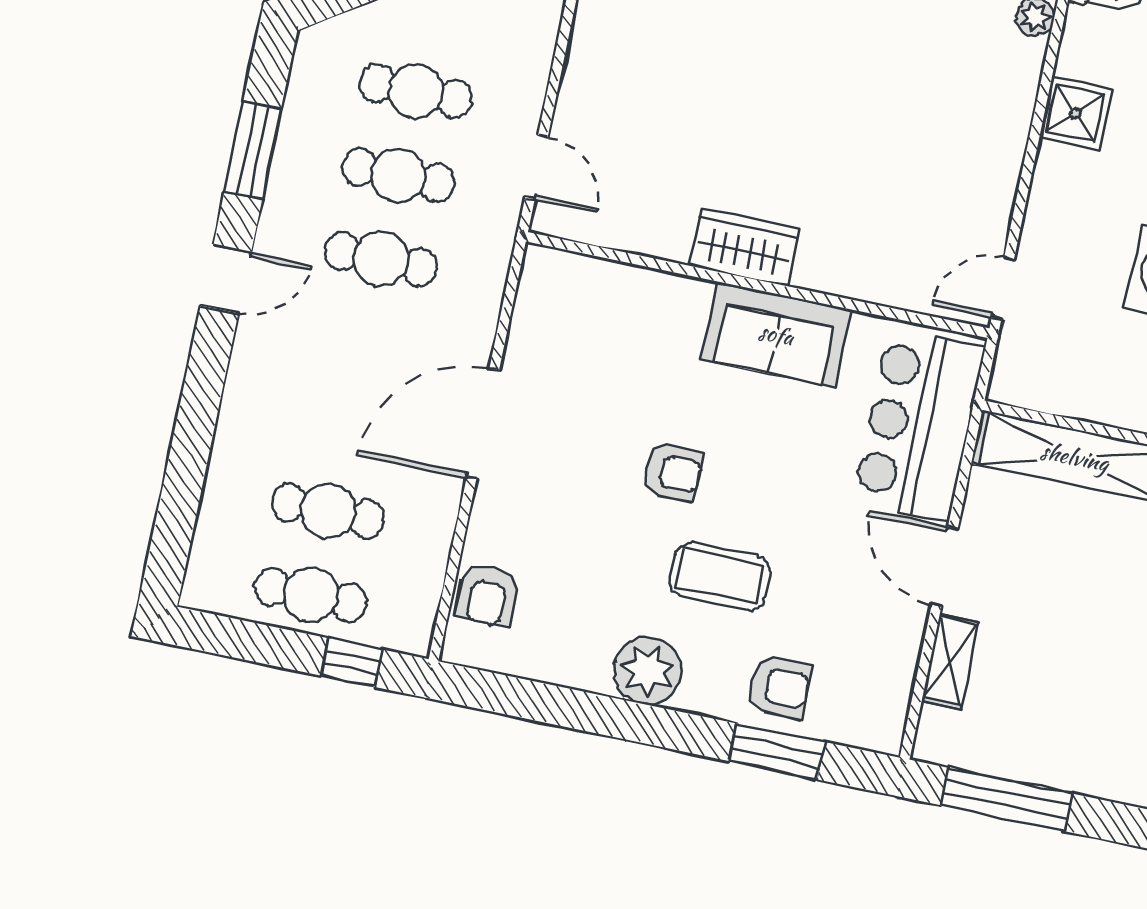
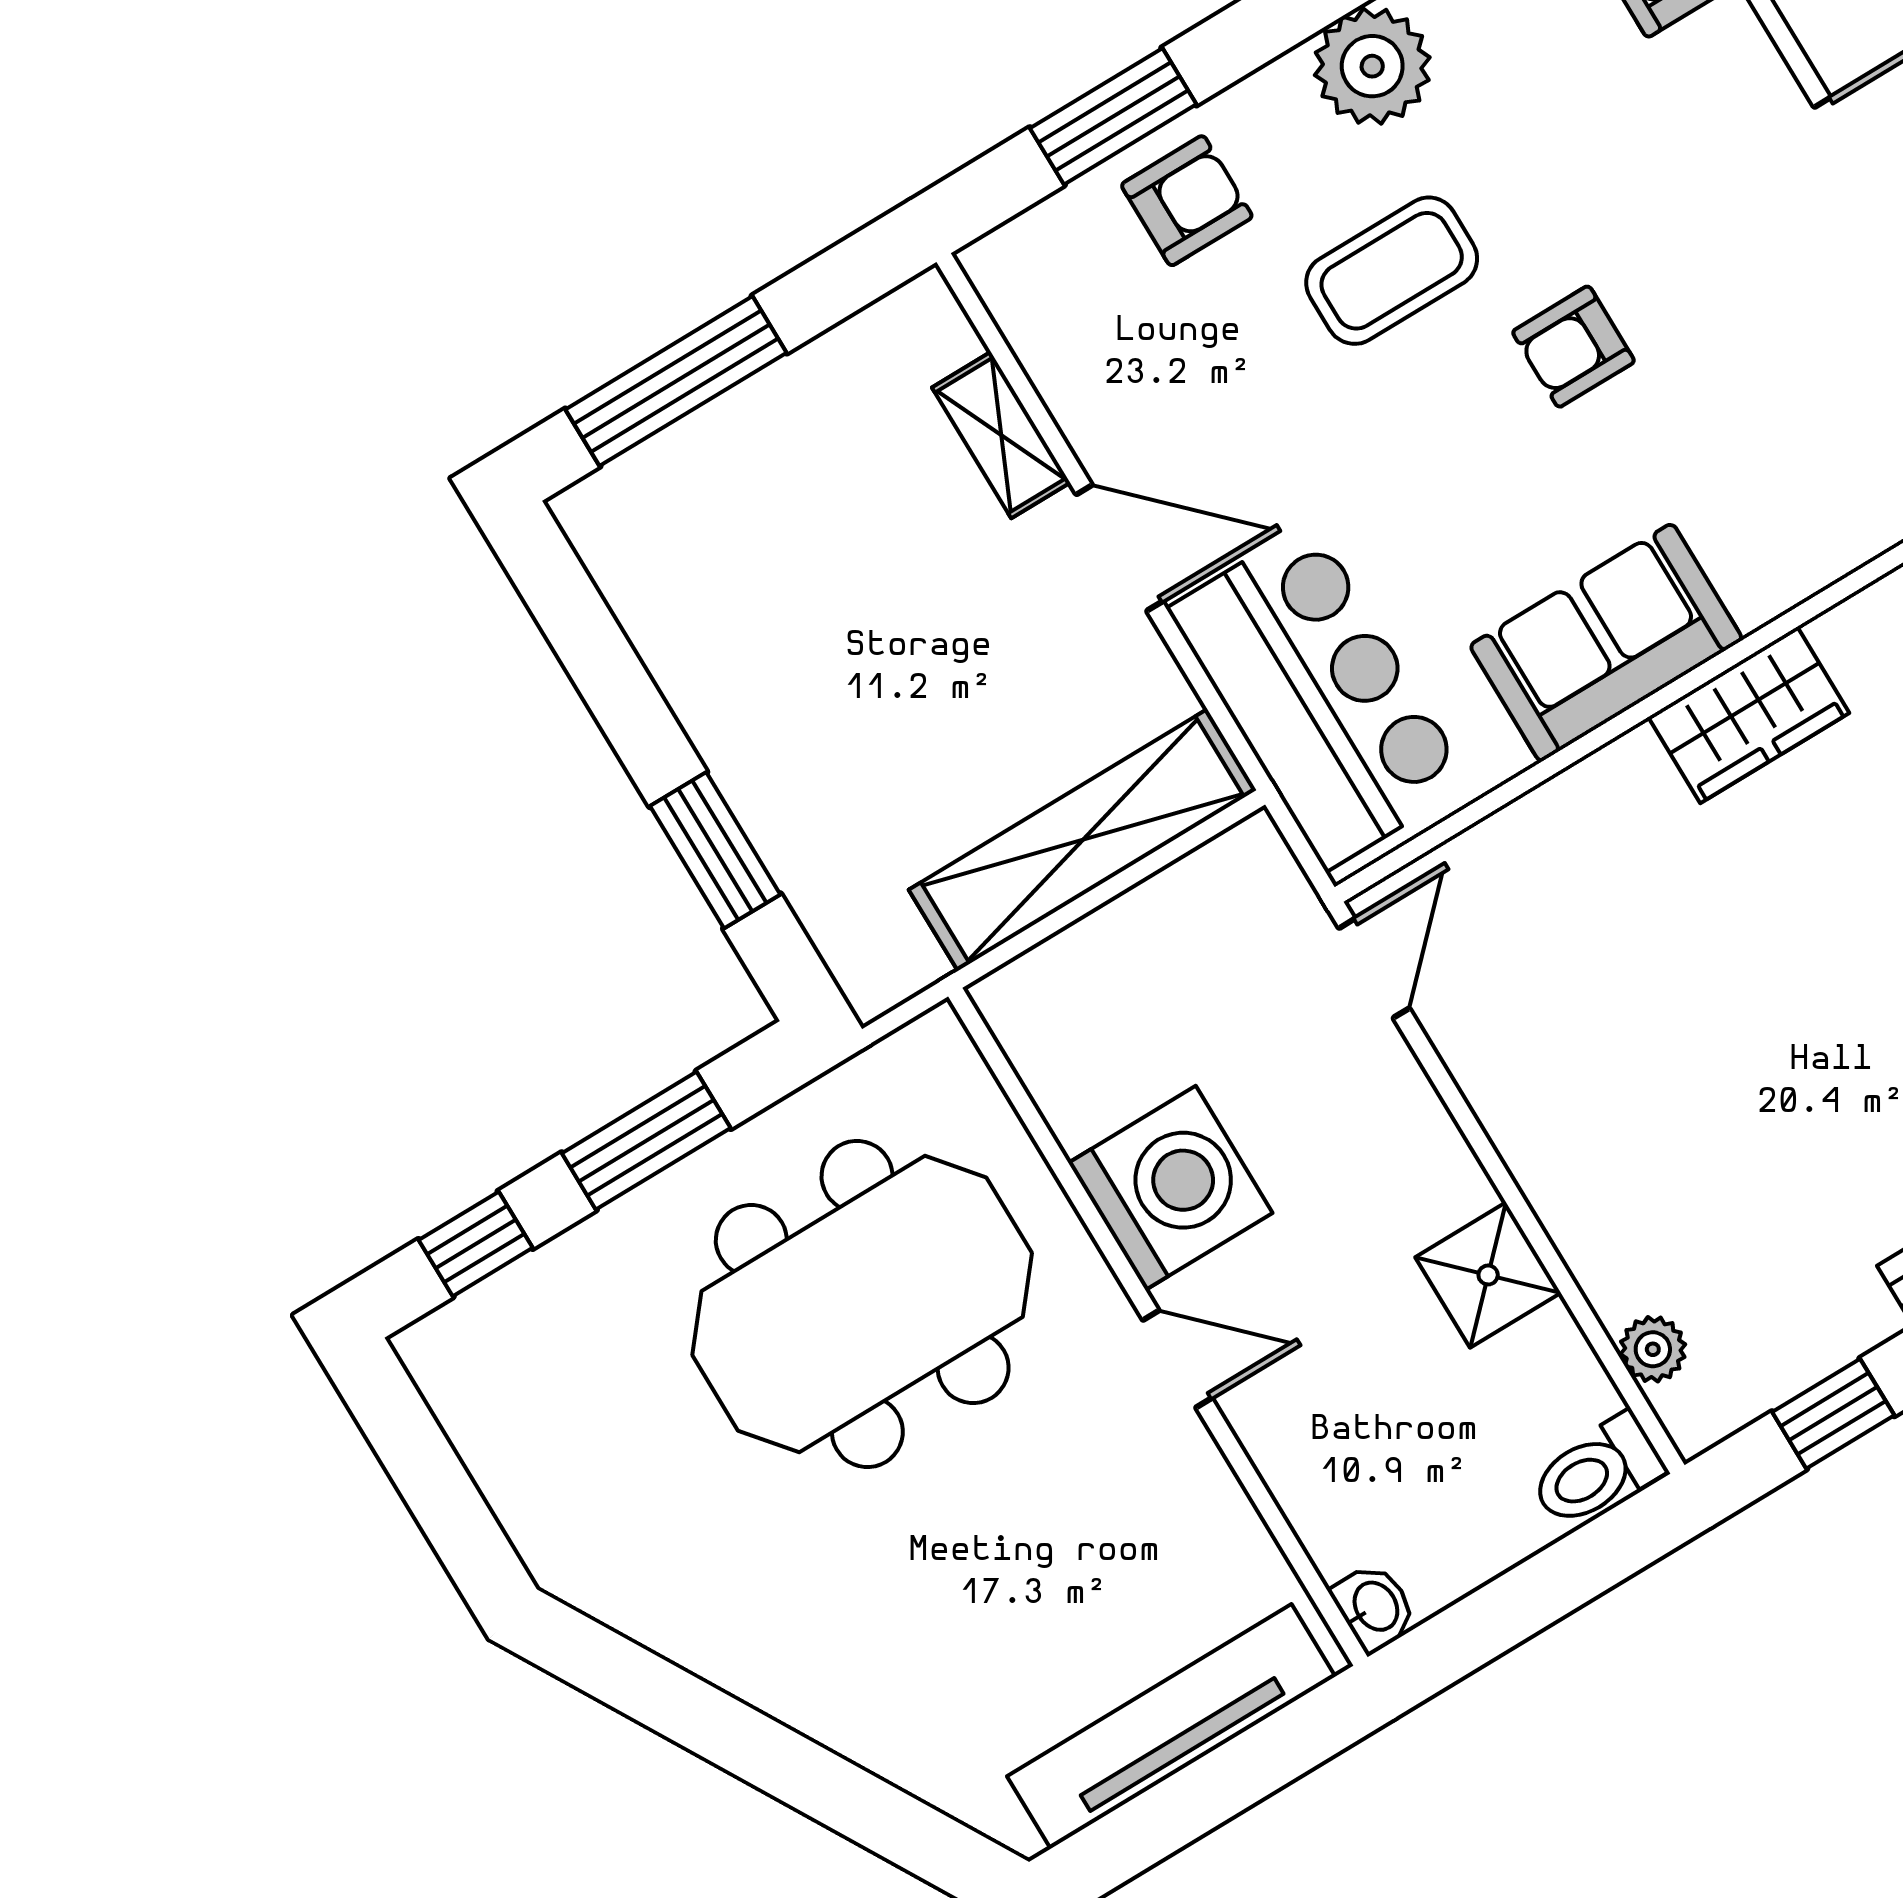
armchair: (779, 687) -> (1187, 201), turned 180
window: (1006, 799) -> (676, 381), moved

